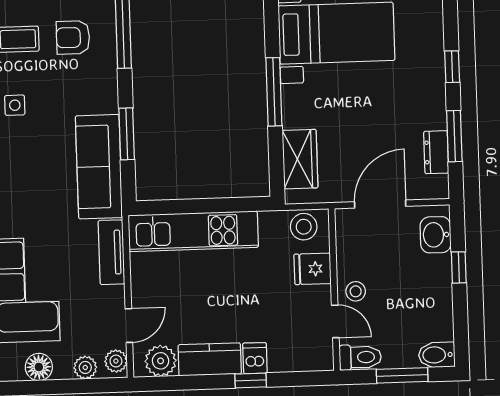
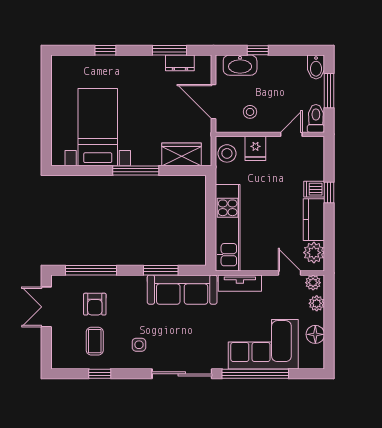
window: (452, 67) -> (105, 50), moved
washbasin: (436, 235) -> (240, 65), width x1.38
stool: (356, 291) -> (250, 112), moved

